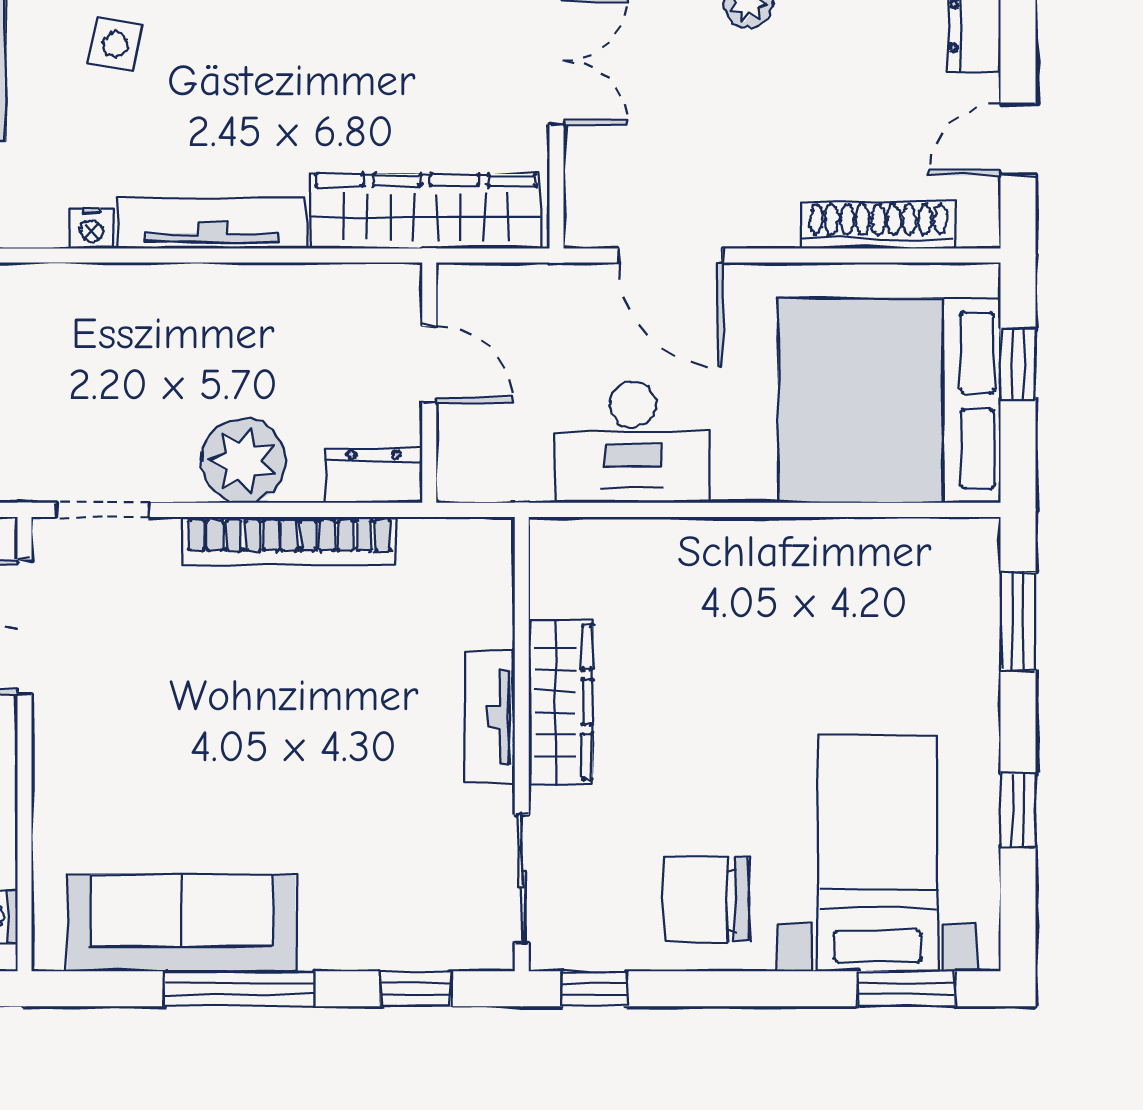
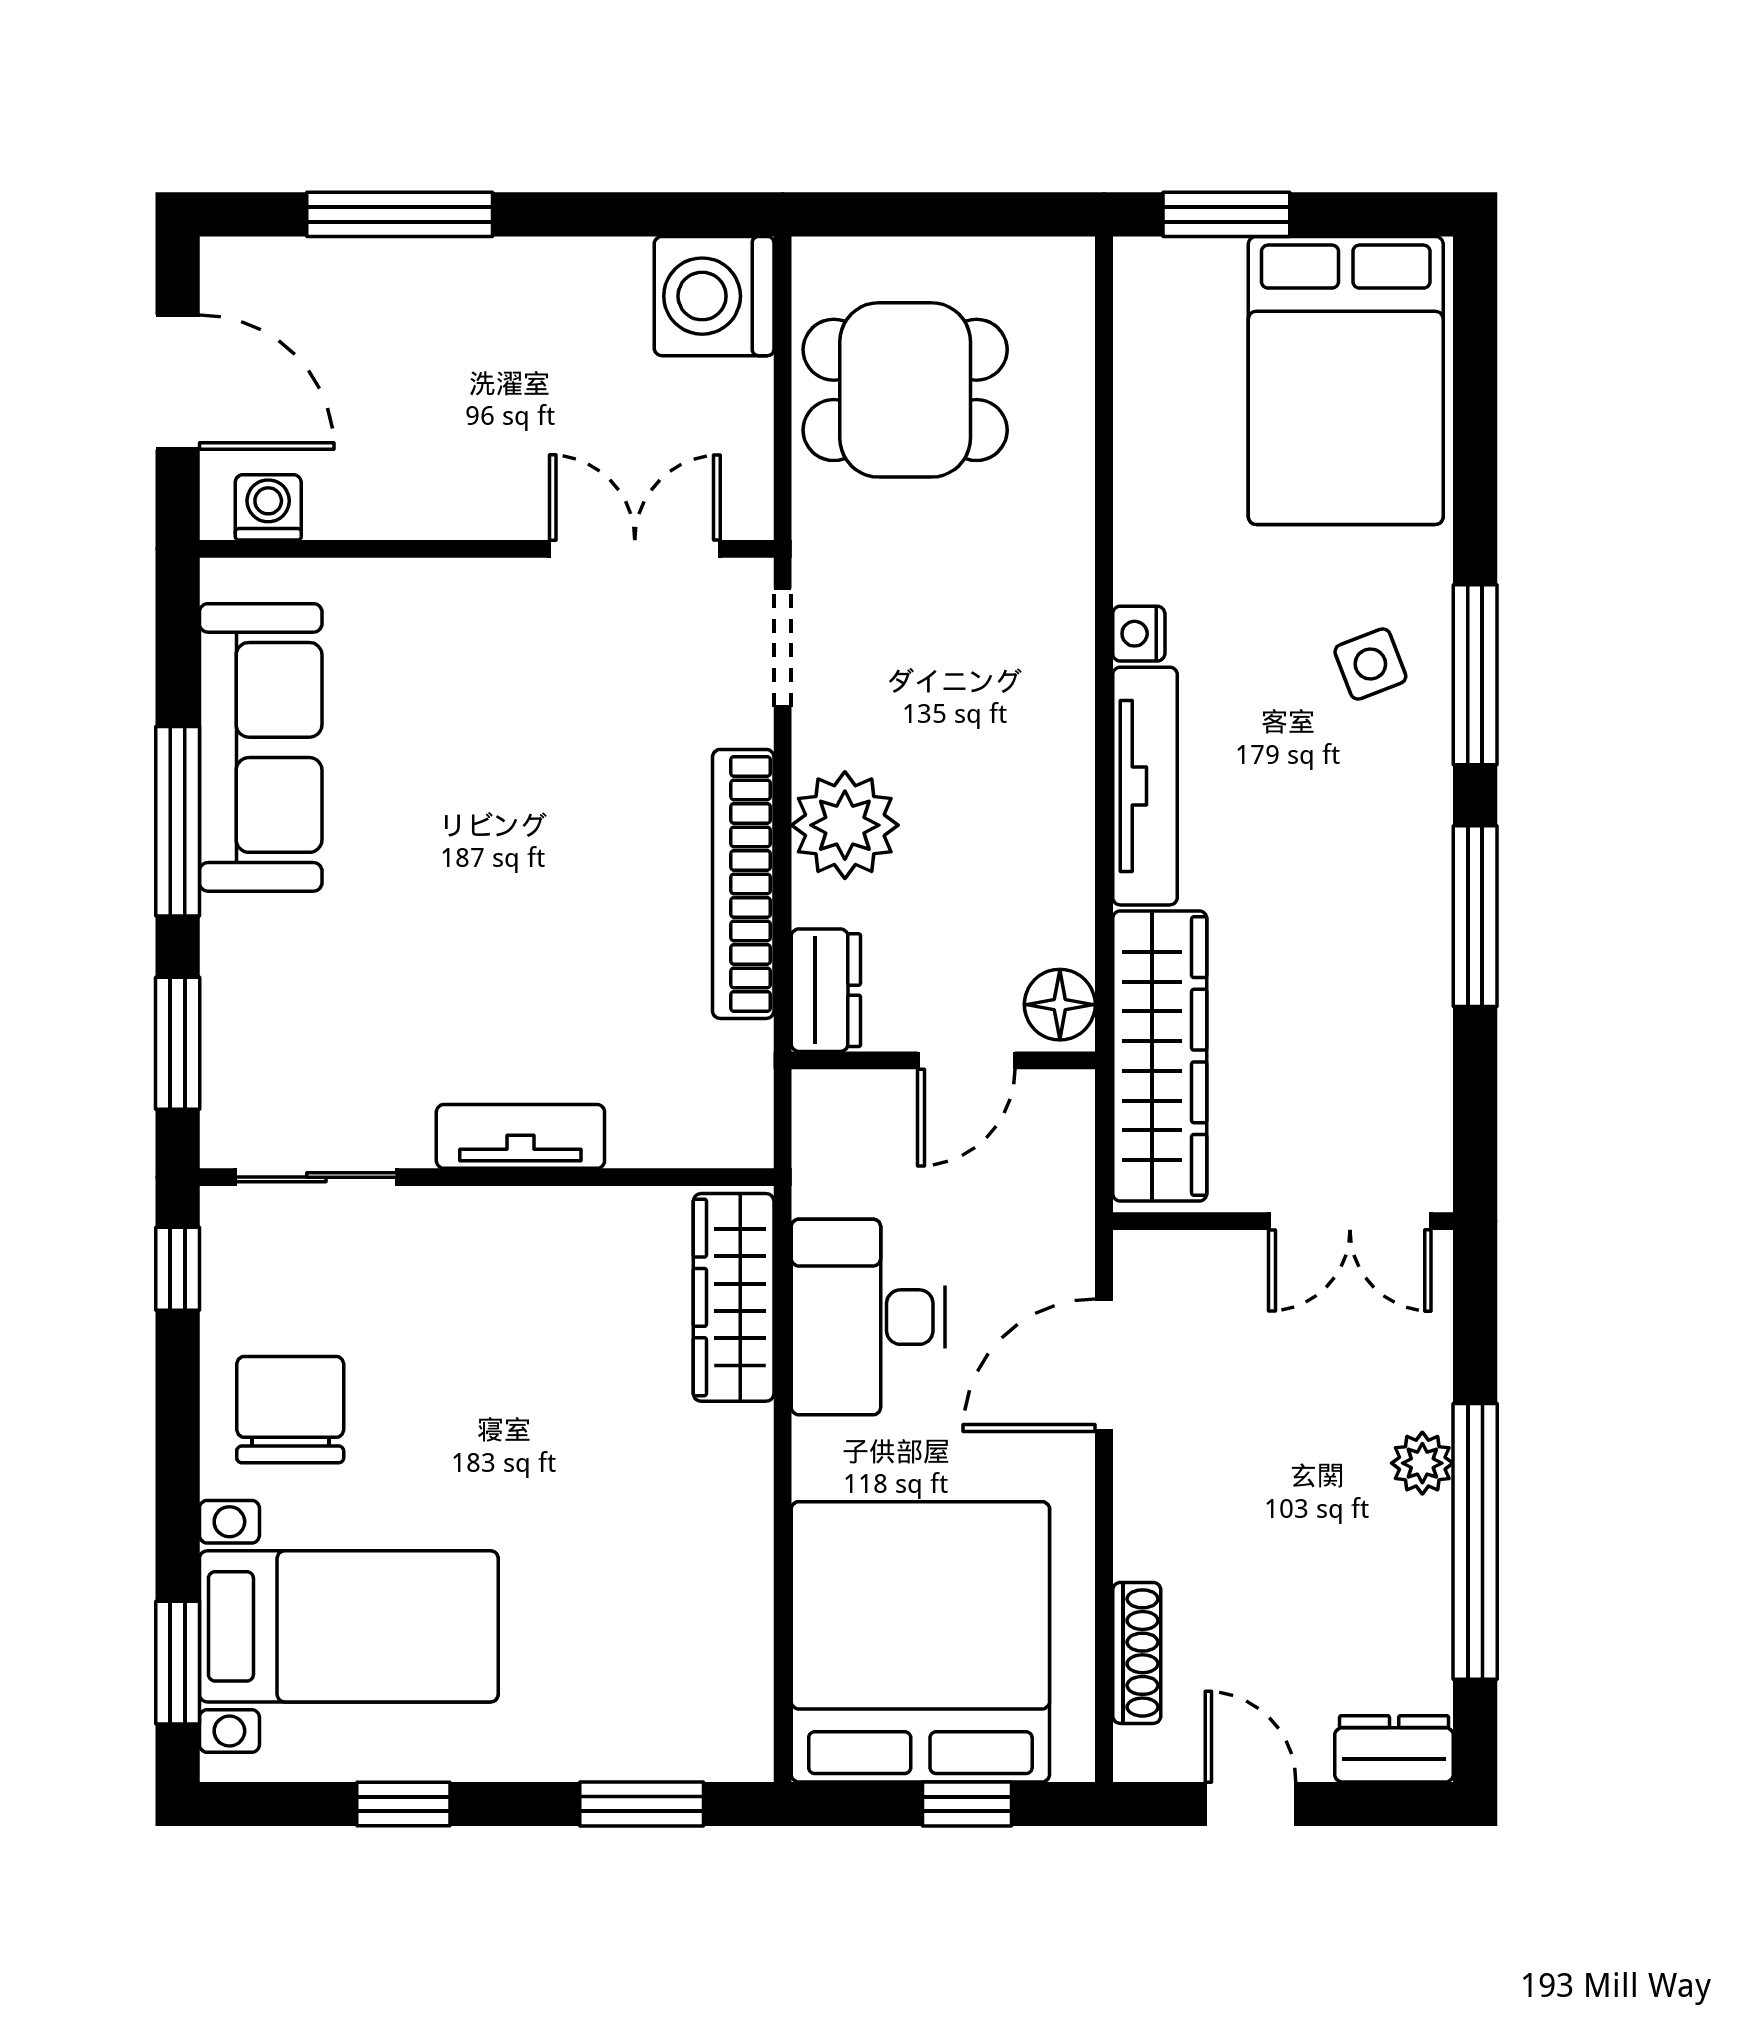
side table: (116, 45) -> (1370, 664), turned -30
shoe rack: (878, 225) -> (1137, 1653), width x0.74, depth x0.81
floor lamp: (385, 290) -> (1060, 1005), added
wardrobe: (561, 702) -> (734, 1297), moved, turned 90
window: (416, 989) -> (178, 1043), width x1.50

